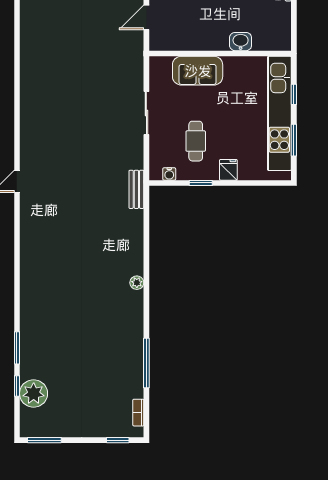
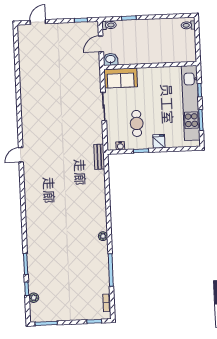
washbasin: (241, 42) -> (110, 59), moved
sofa: (198, 71) -> (121, 78), moved
plant: (137, 283) -> (103, 236), moved
plant: (34, 393) -> (34, 298), width x0.53, depth x0.53

